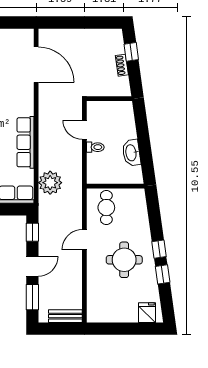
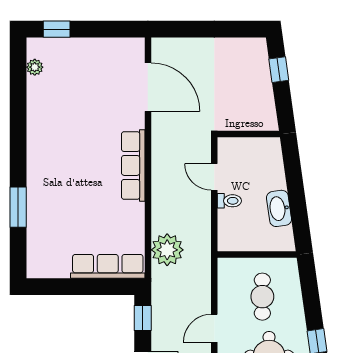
shoe rack: (122, 65) -> (266, 88), removed
row of seats: (26, 142) -> (133, 165), moved
cafe table: (106, 208) -> (262, 297), moved

